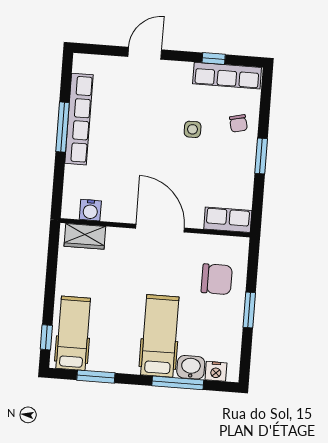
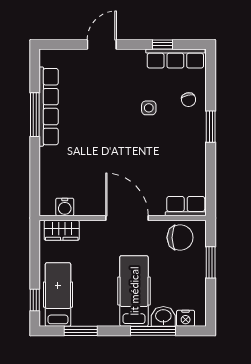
water cooler: (90, 210) -> (65, 207), moved
row of seats: (228, 220) -> (186, 206), moved
wall: (155, 228) -> (123, 218), moved
door: (160, 228) -> (127, 218), moved
wardrobe: (85, 236) -> (62, 230), moved

